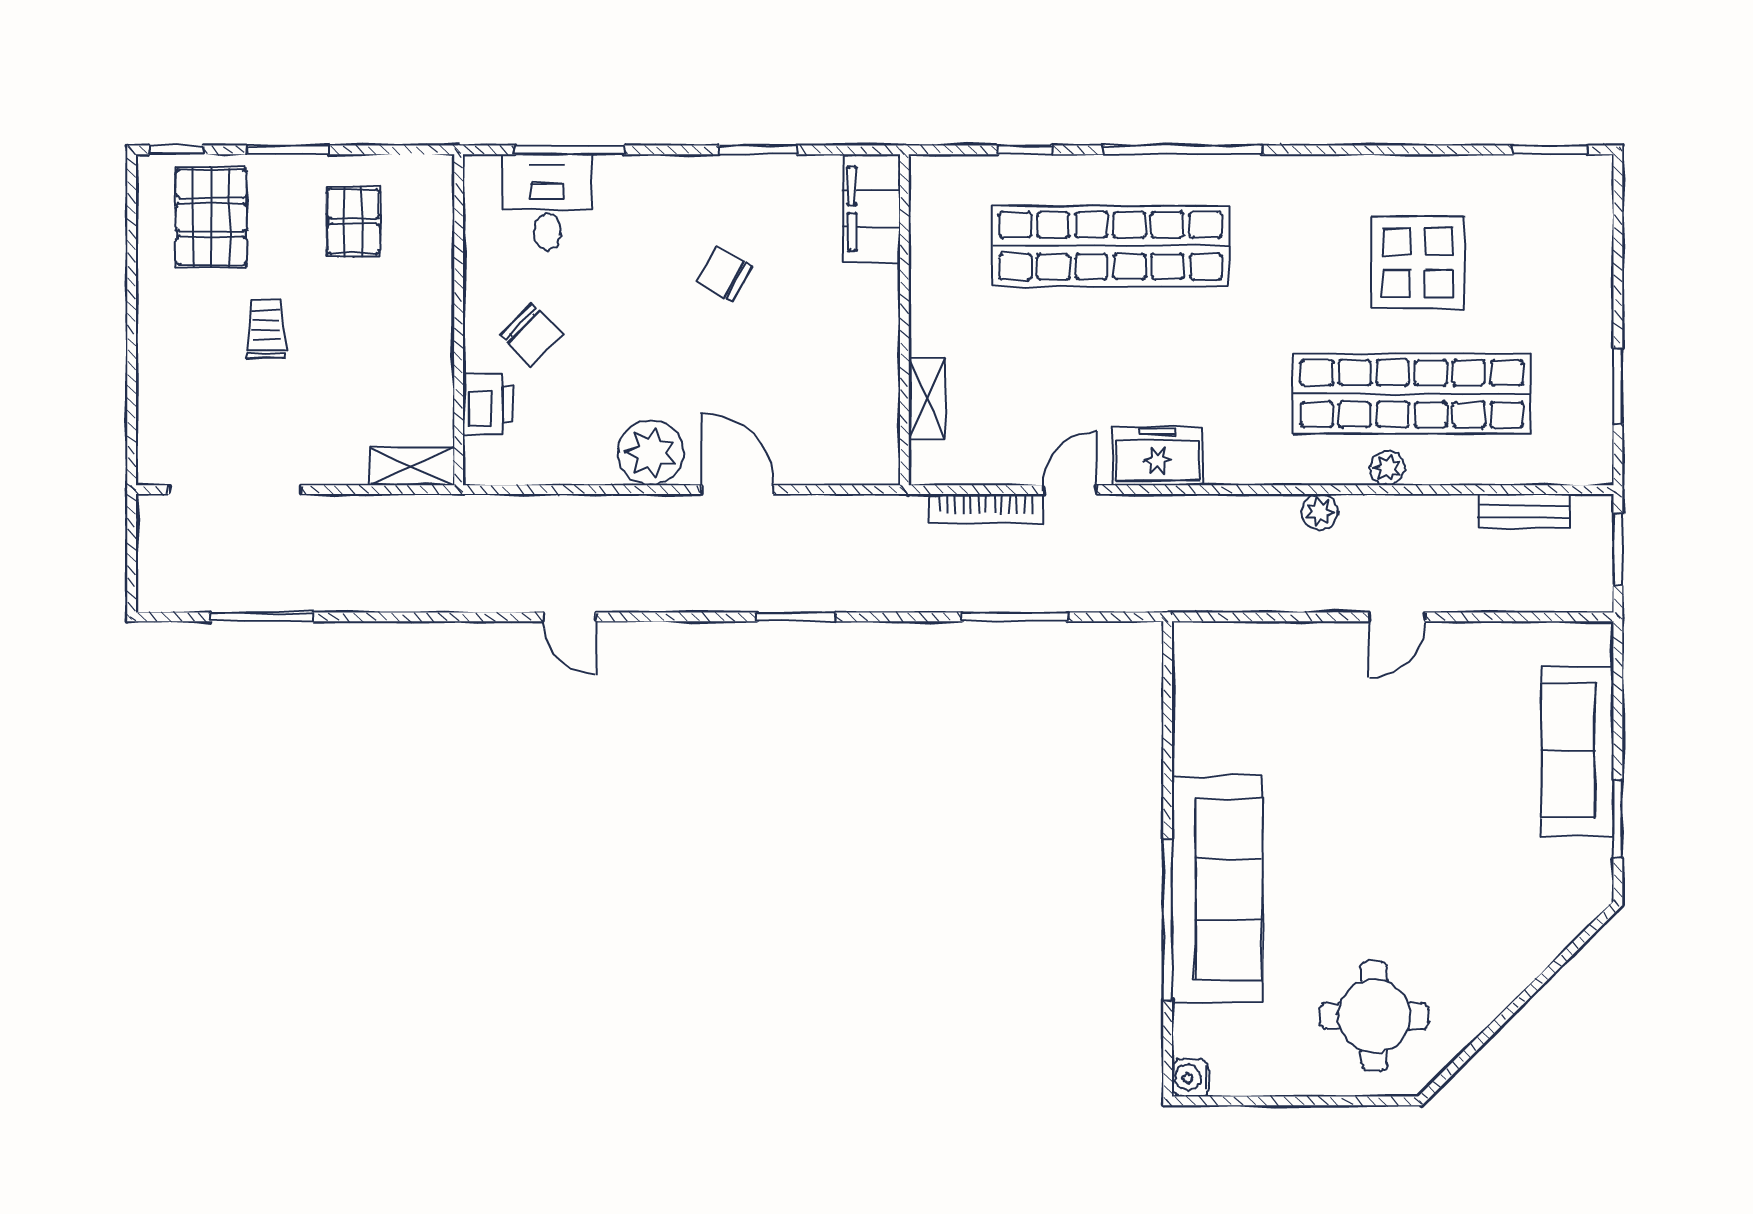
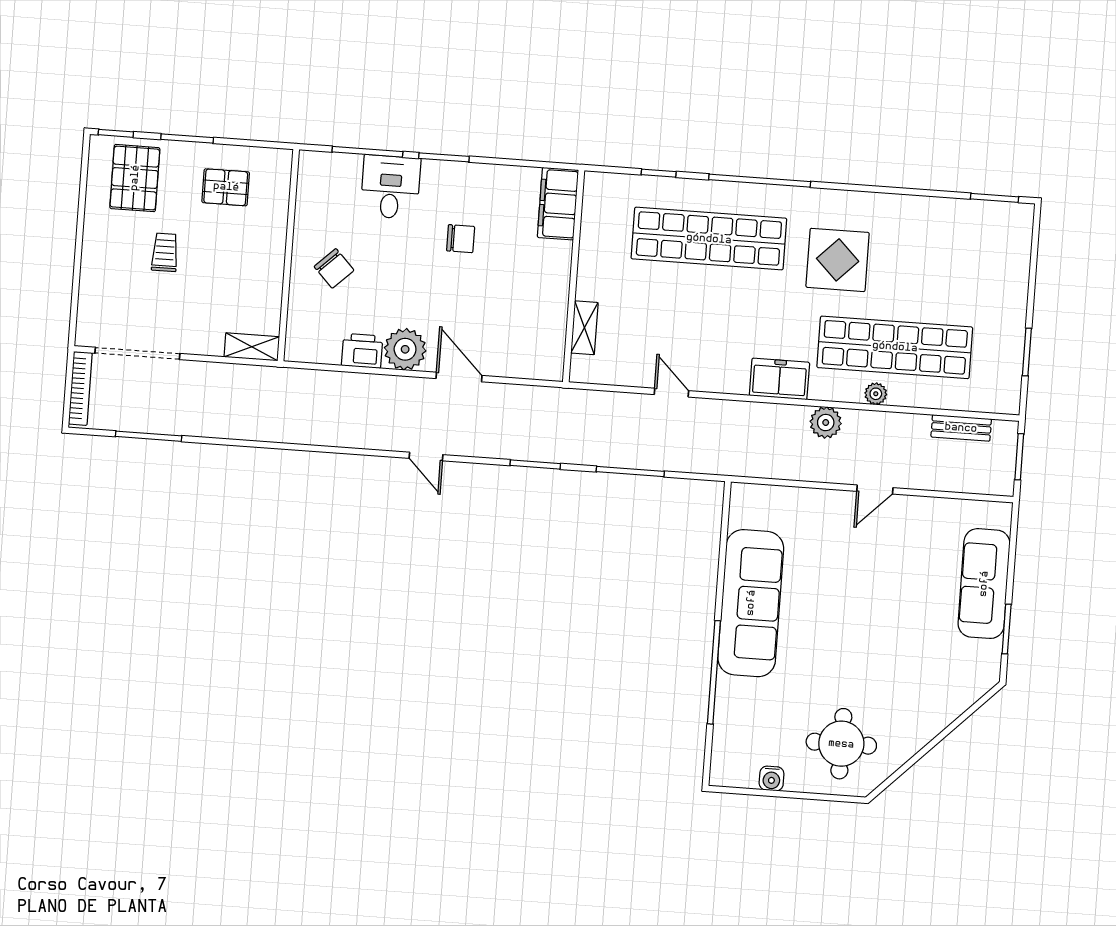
window: (758, 150) -> (444, 157), moved
desk: (547, 202) -> (390, 187), moved
pallet: (353, 221) -> (226, 187), turned 90
display table: (1418, 262) -> (838, 260), moved
chair: (724, 274) -> (461, 239), turned 151
printer: (488, 404) -> (362, 351), moved, turned -90
freezer: (1158, 456) -> (779, 379), moved
door: (1070, 490) -> (671, 393), hinge flipped
bookcase: (986, 508) -> (80, 388), moved, turned -90
plant: (1320, 512) -> (826, 423), width x1.38, depth x1.38
door: (570, 617) -> (426, 457), moved
window: (796, 617) -> (535, 465), moved
sofa: (1217, 889) -> (751, 603), moved
water cooler: (1191, 1078) -> (772, 778), moved, turned -90

